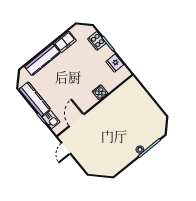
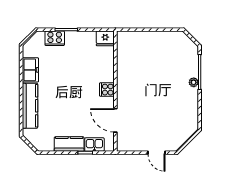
fridge: (115, 63) -> (105, 38), moved
cooker: (100, 92) -> (107, 90), moved
kitchen counter: (35, 99) -> (69, 144), width x0.67
door: (66, 148) -> (156, 153), moved

